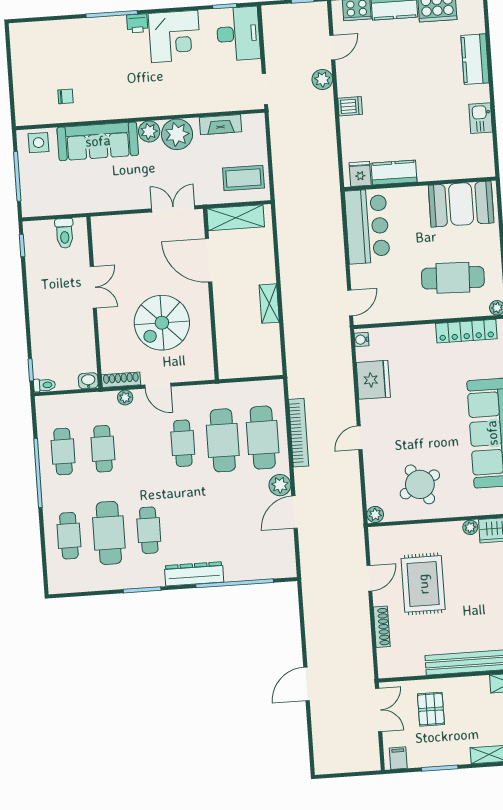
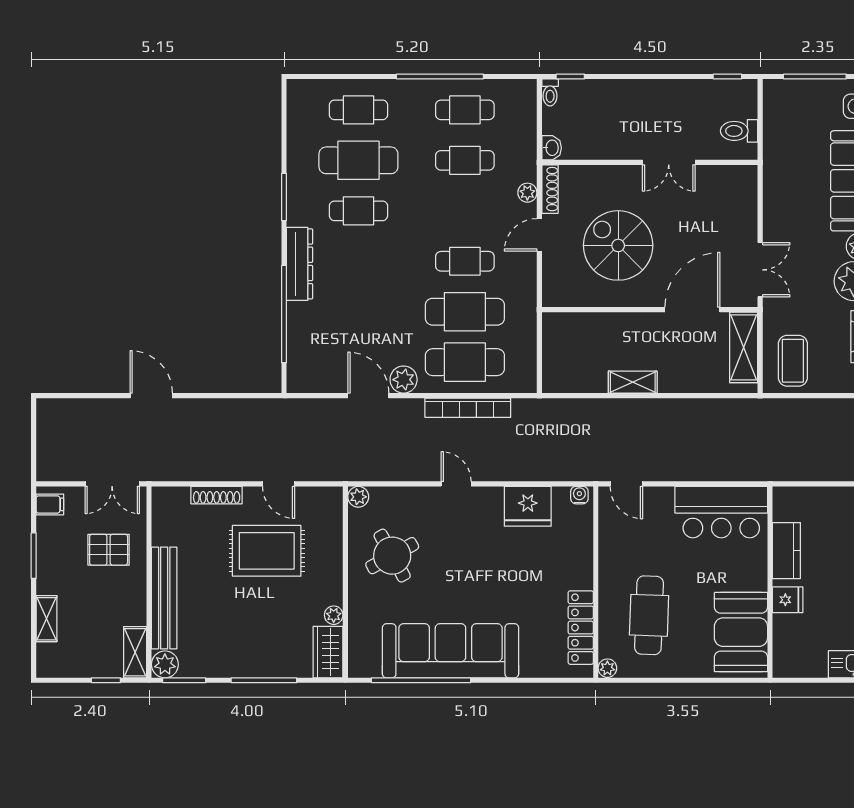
fridge: (360, 174) -> (788, 600), moved

